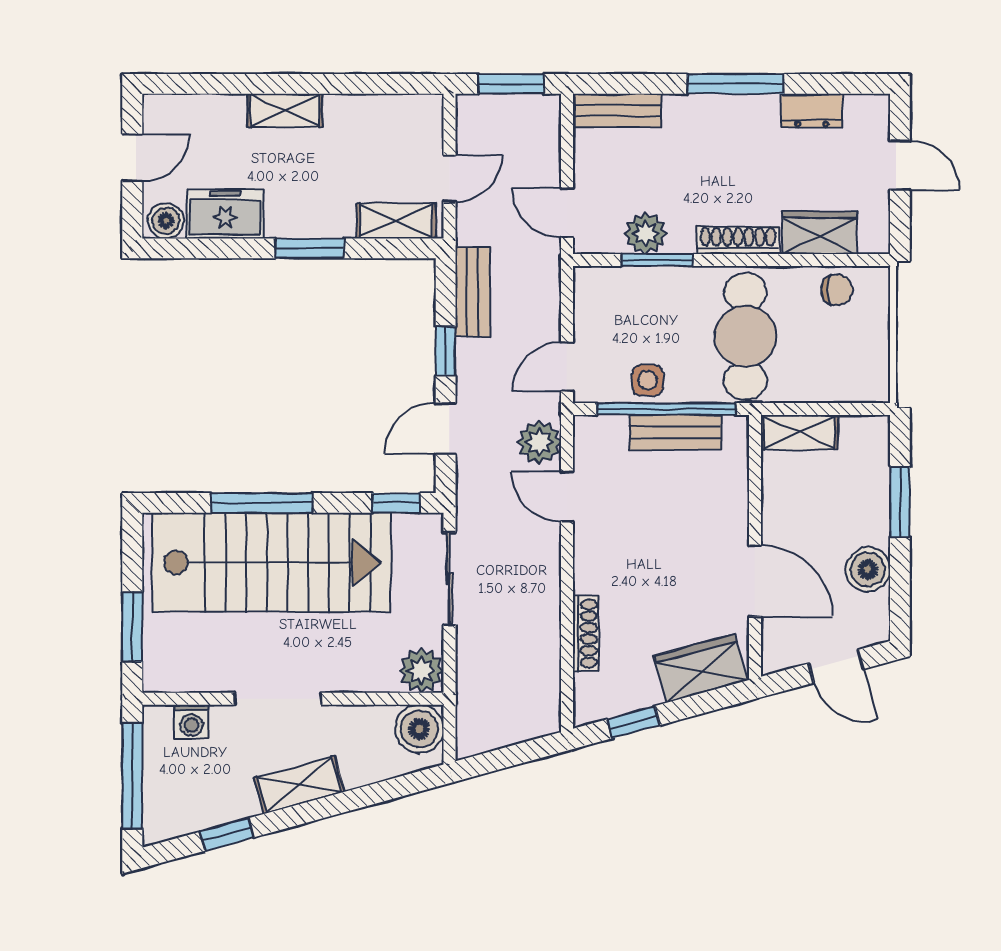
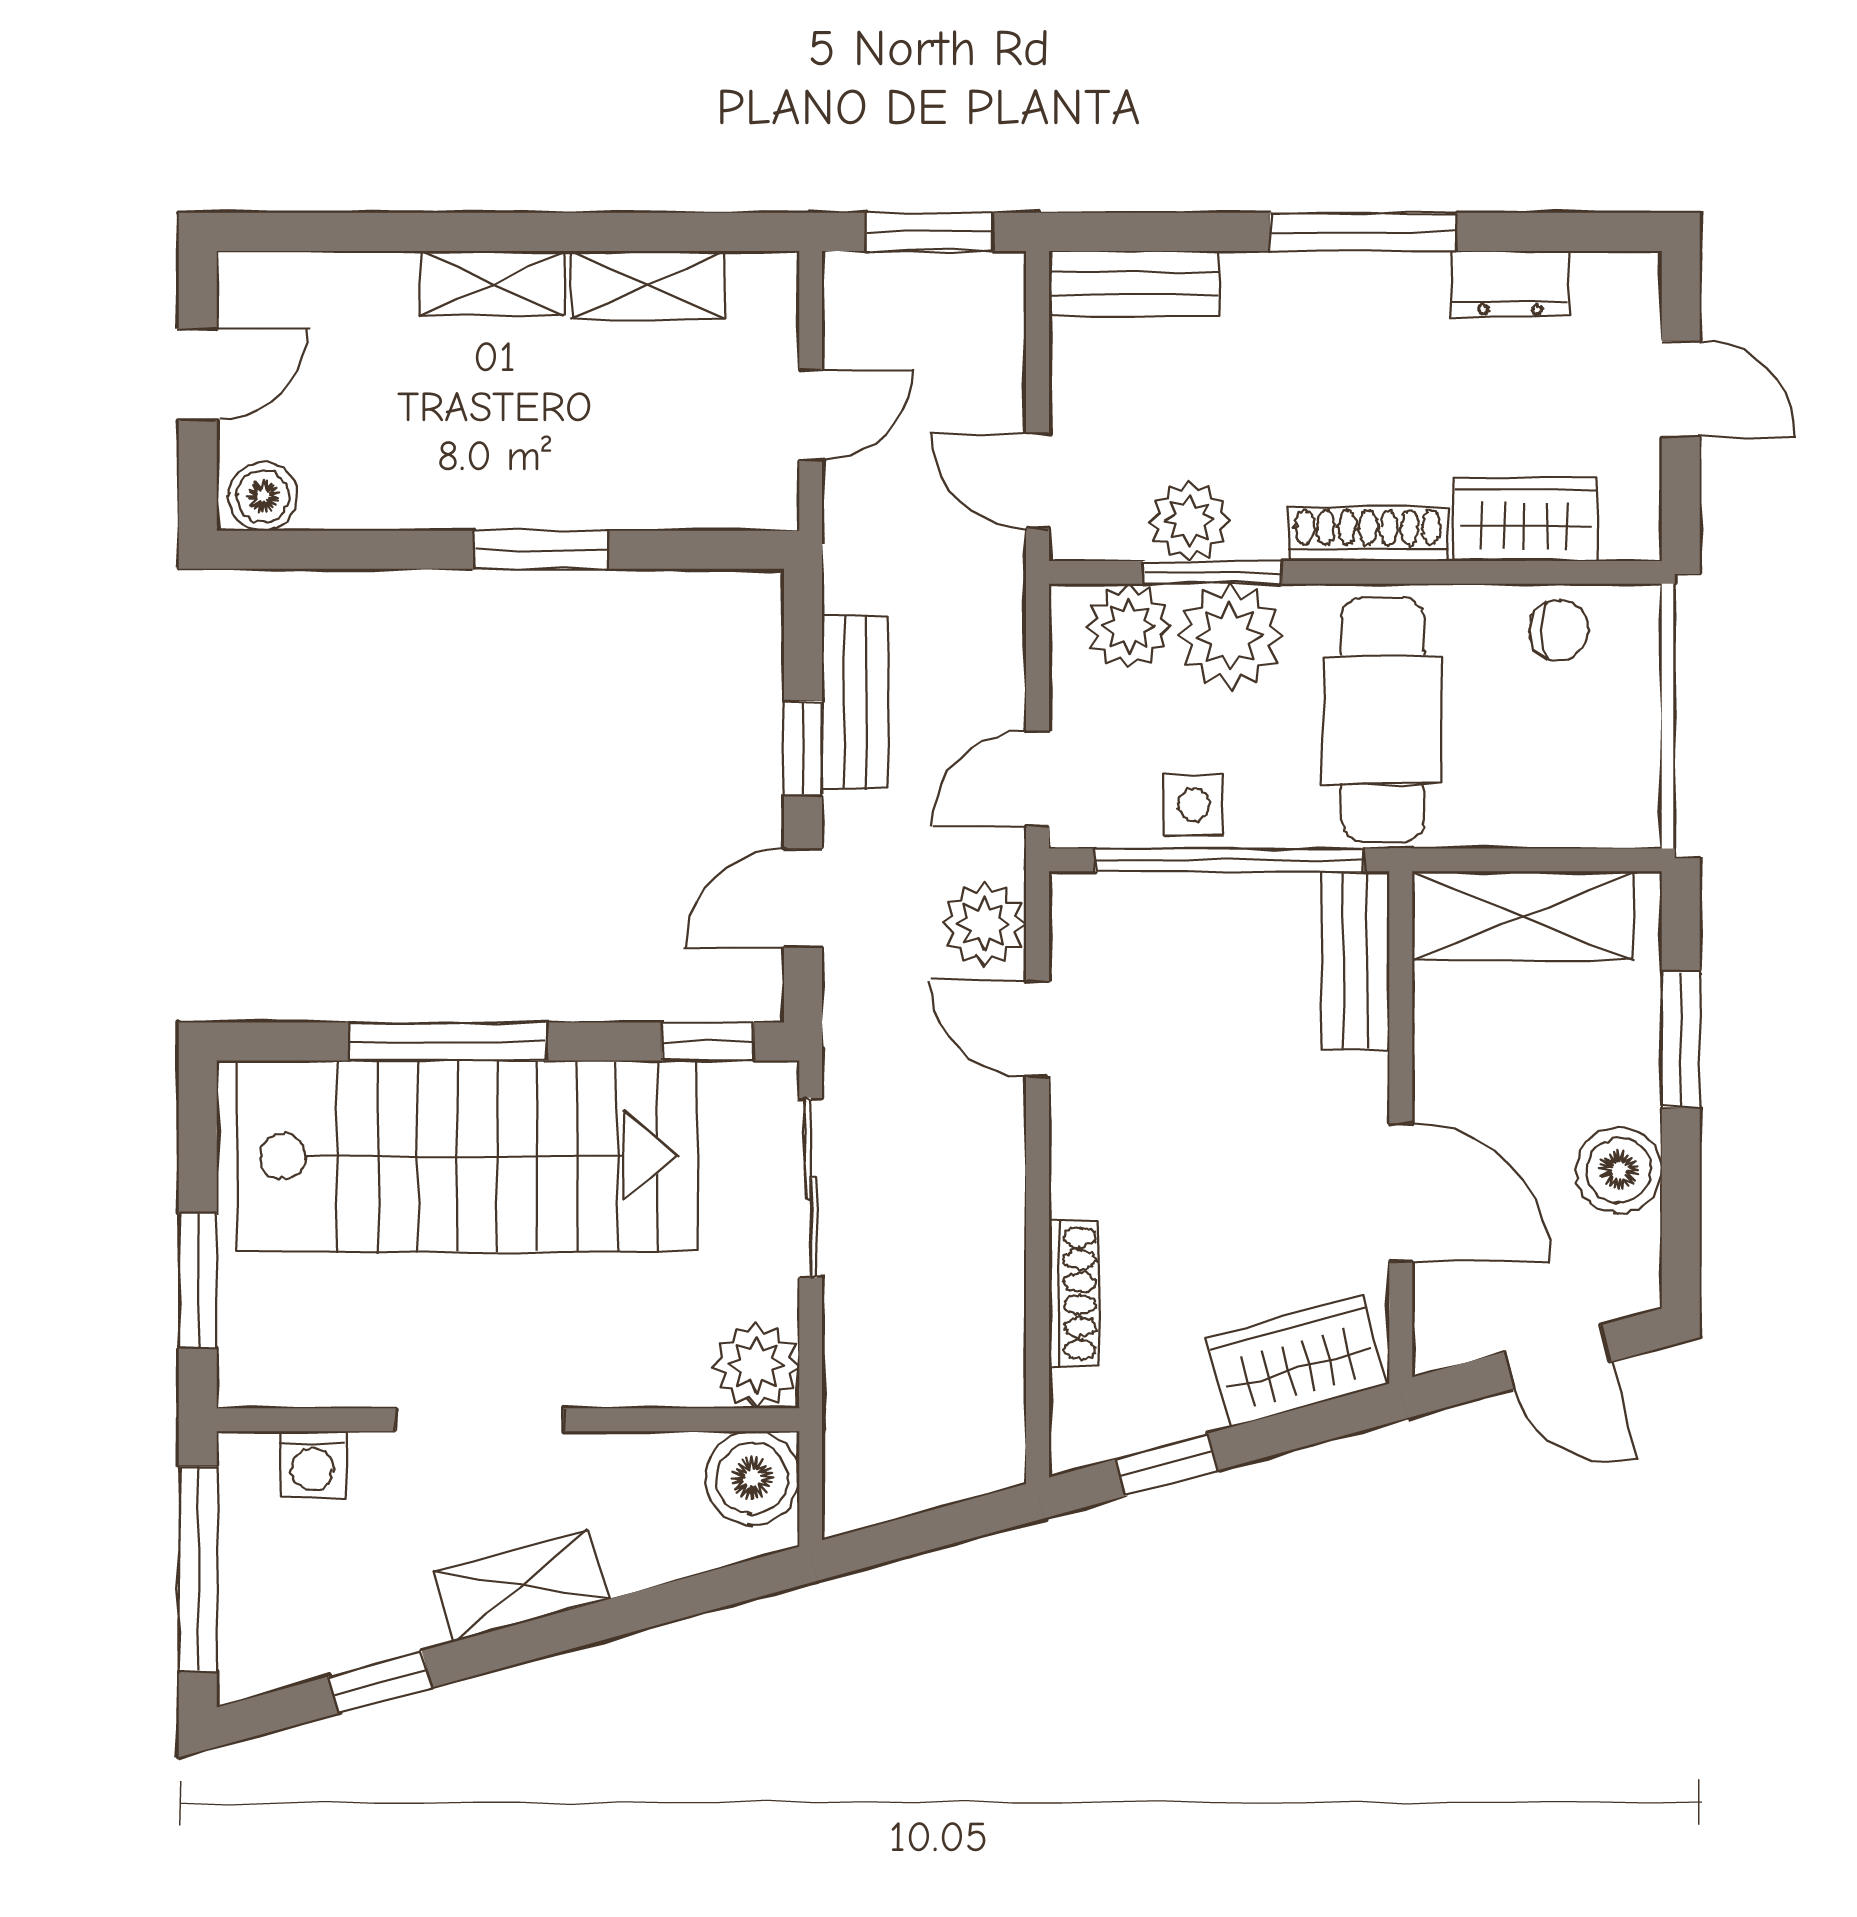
freezer: (225, 214) -> (377, 483), removed
shelving: (396, 221) -> (647, 285), moved
plant: (614, 288) -> (1129, 626), added
bench: (472, 292) -> (855, 702), moved
plant: (667, 293) -> (1230, 637), added
bench: (675, 432) -> (1356, 960), moved, turned 90
shelving: (799, 432) -> (1524, 916), width x1.50, depth x1.33

